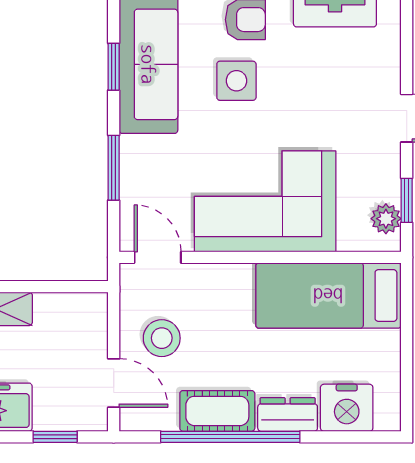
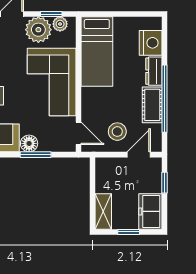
floor lamp: (137, 154) -> (29, 143), added
plant: (374, 174) -> (38, 30), added
door: (158, 257) -> (79, 133), swing flipped

